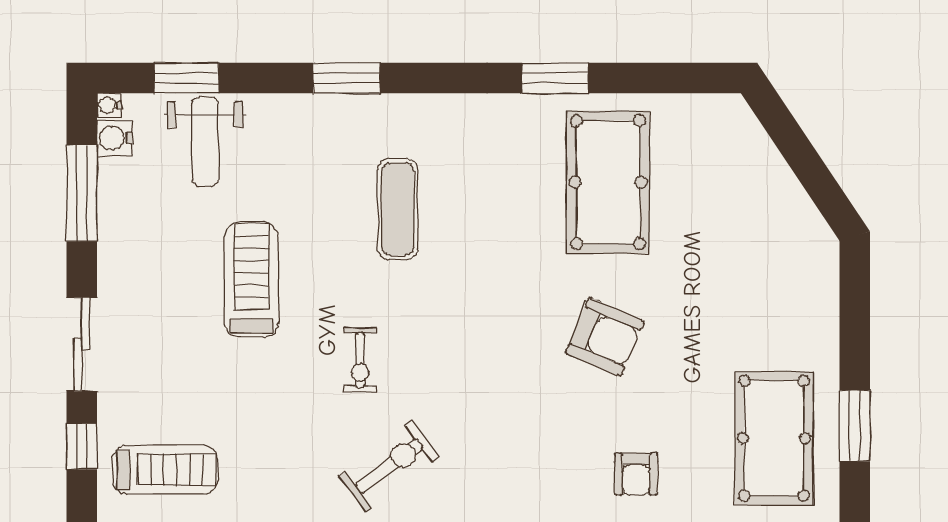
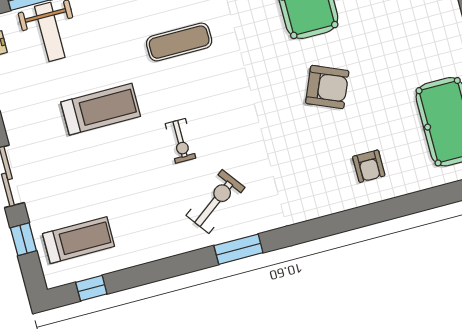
exercise mat: (398, 209) -> (179, 42), turned 90
treadmill: (251, 280) -> (101, 109), turned 90

